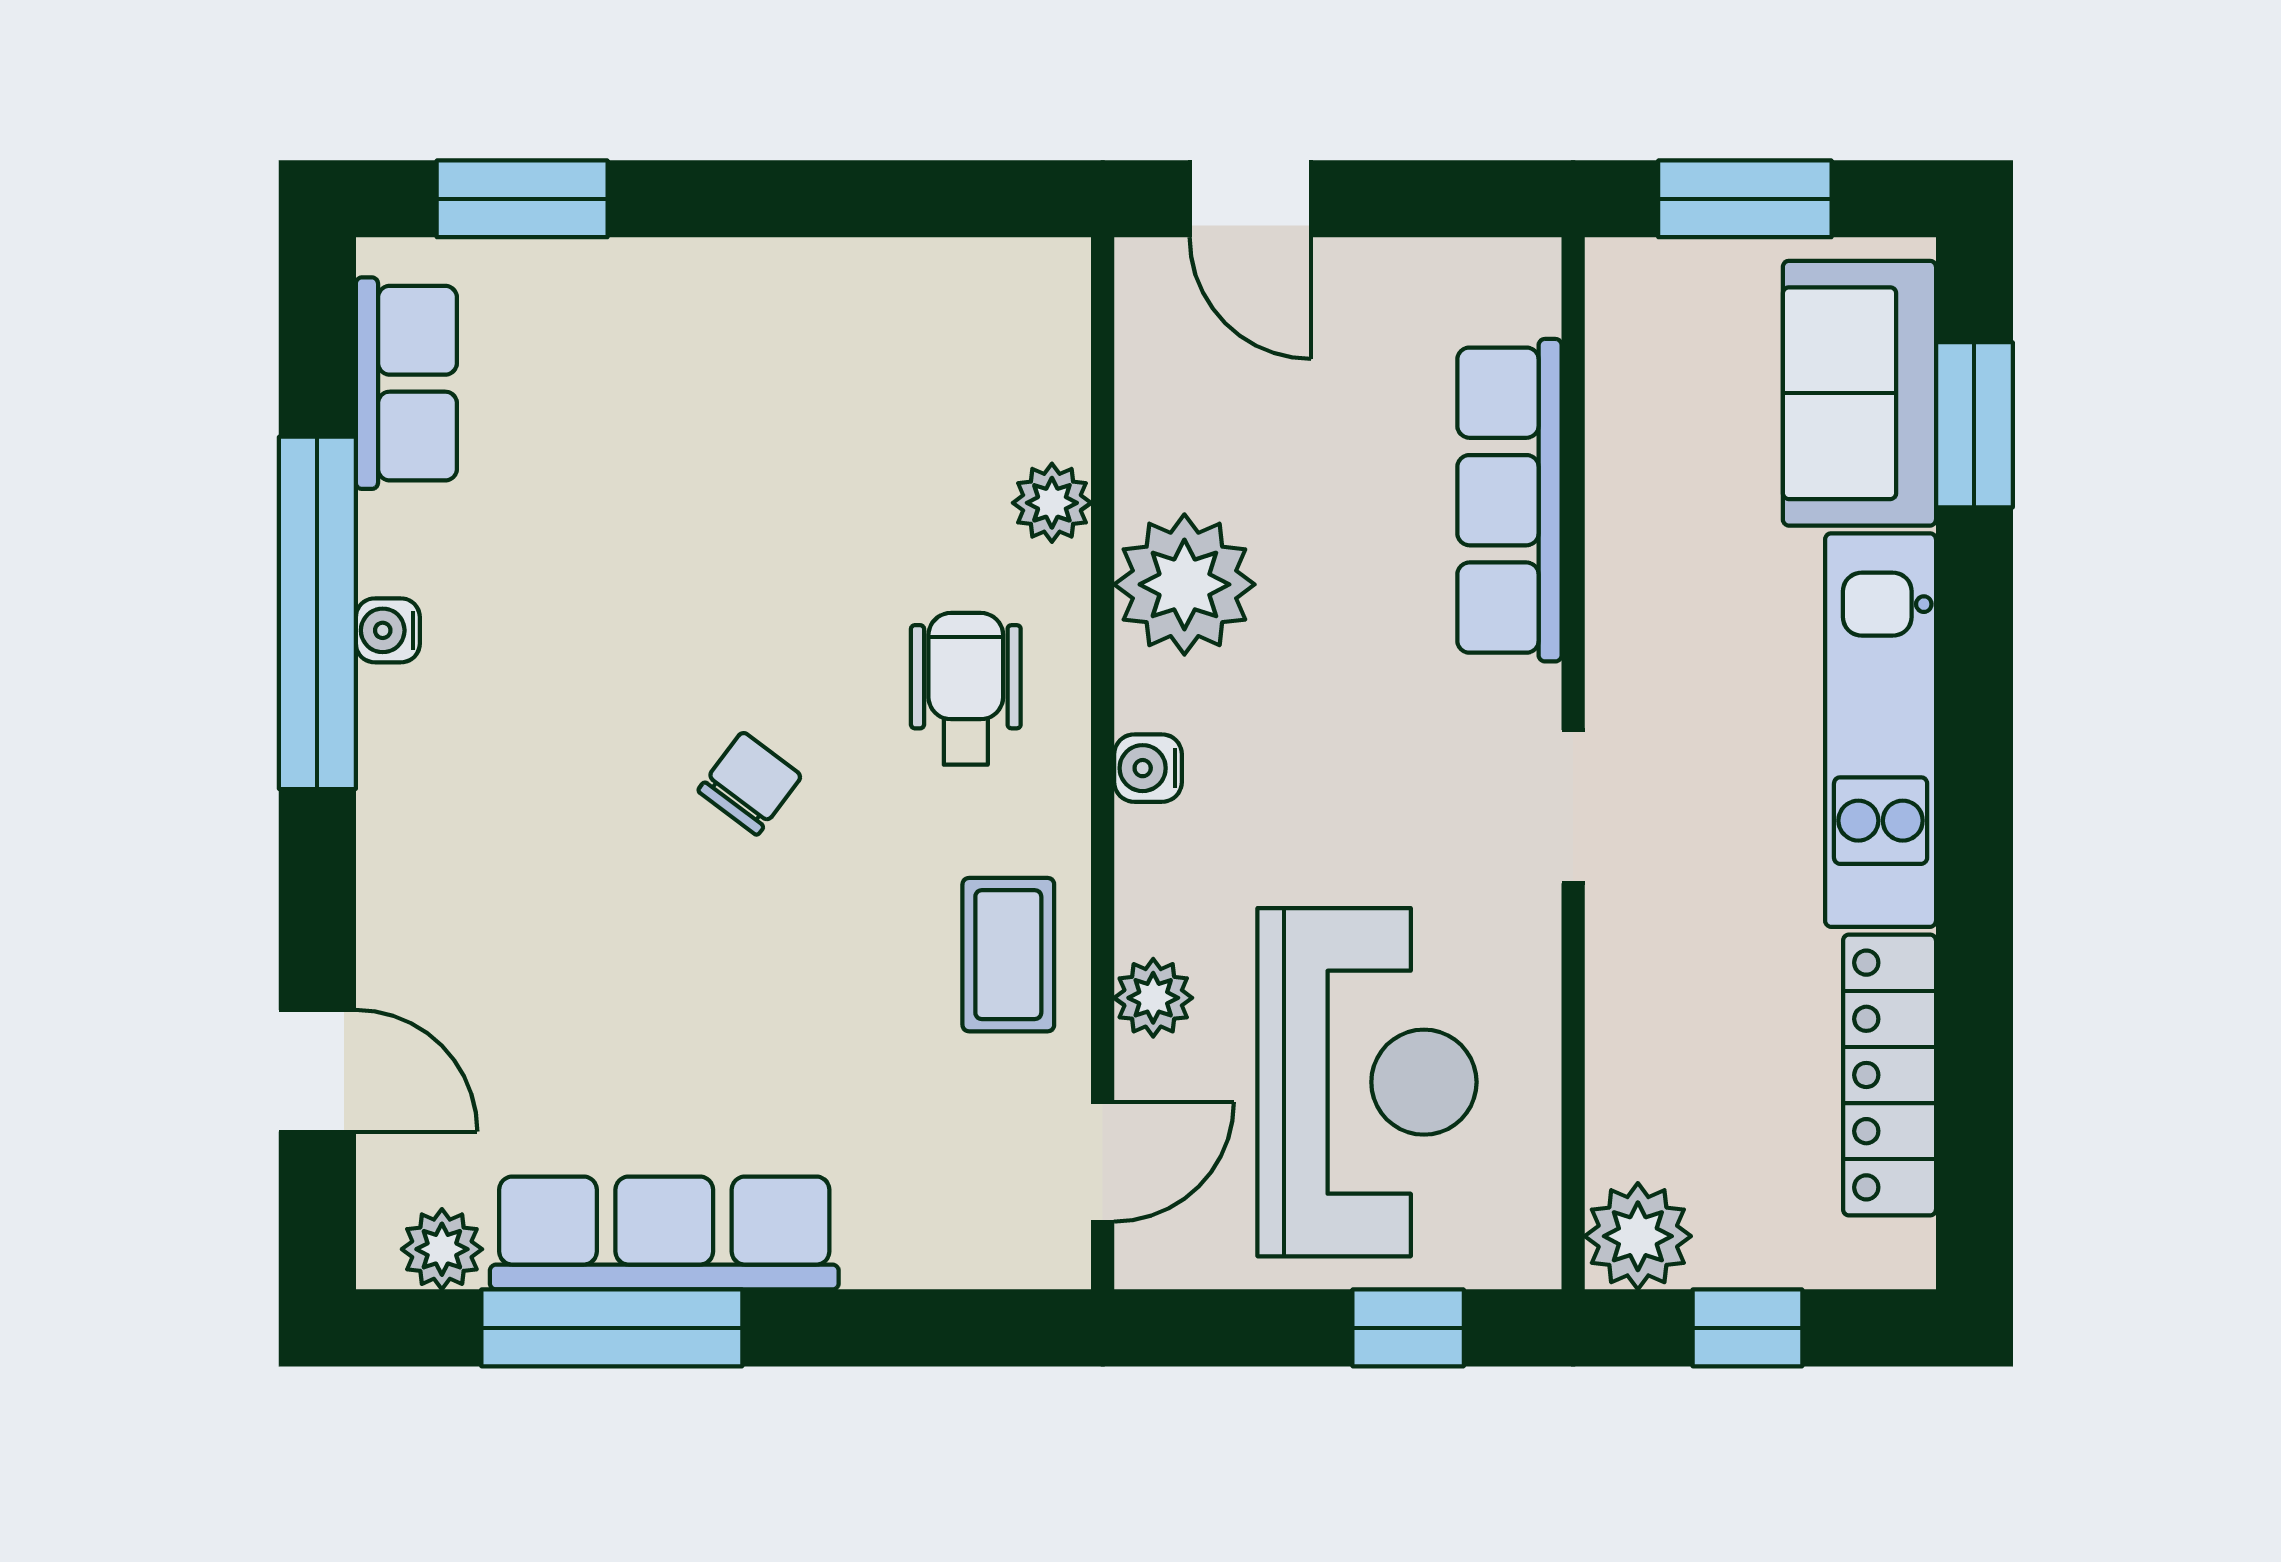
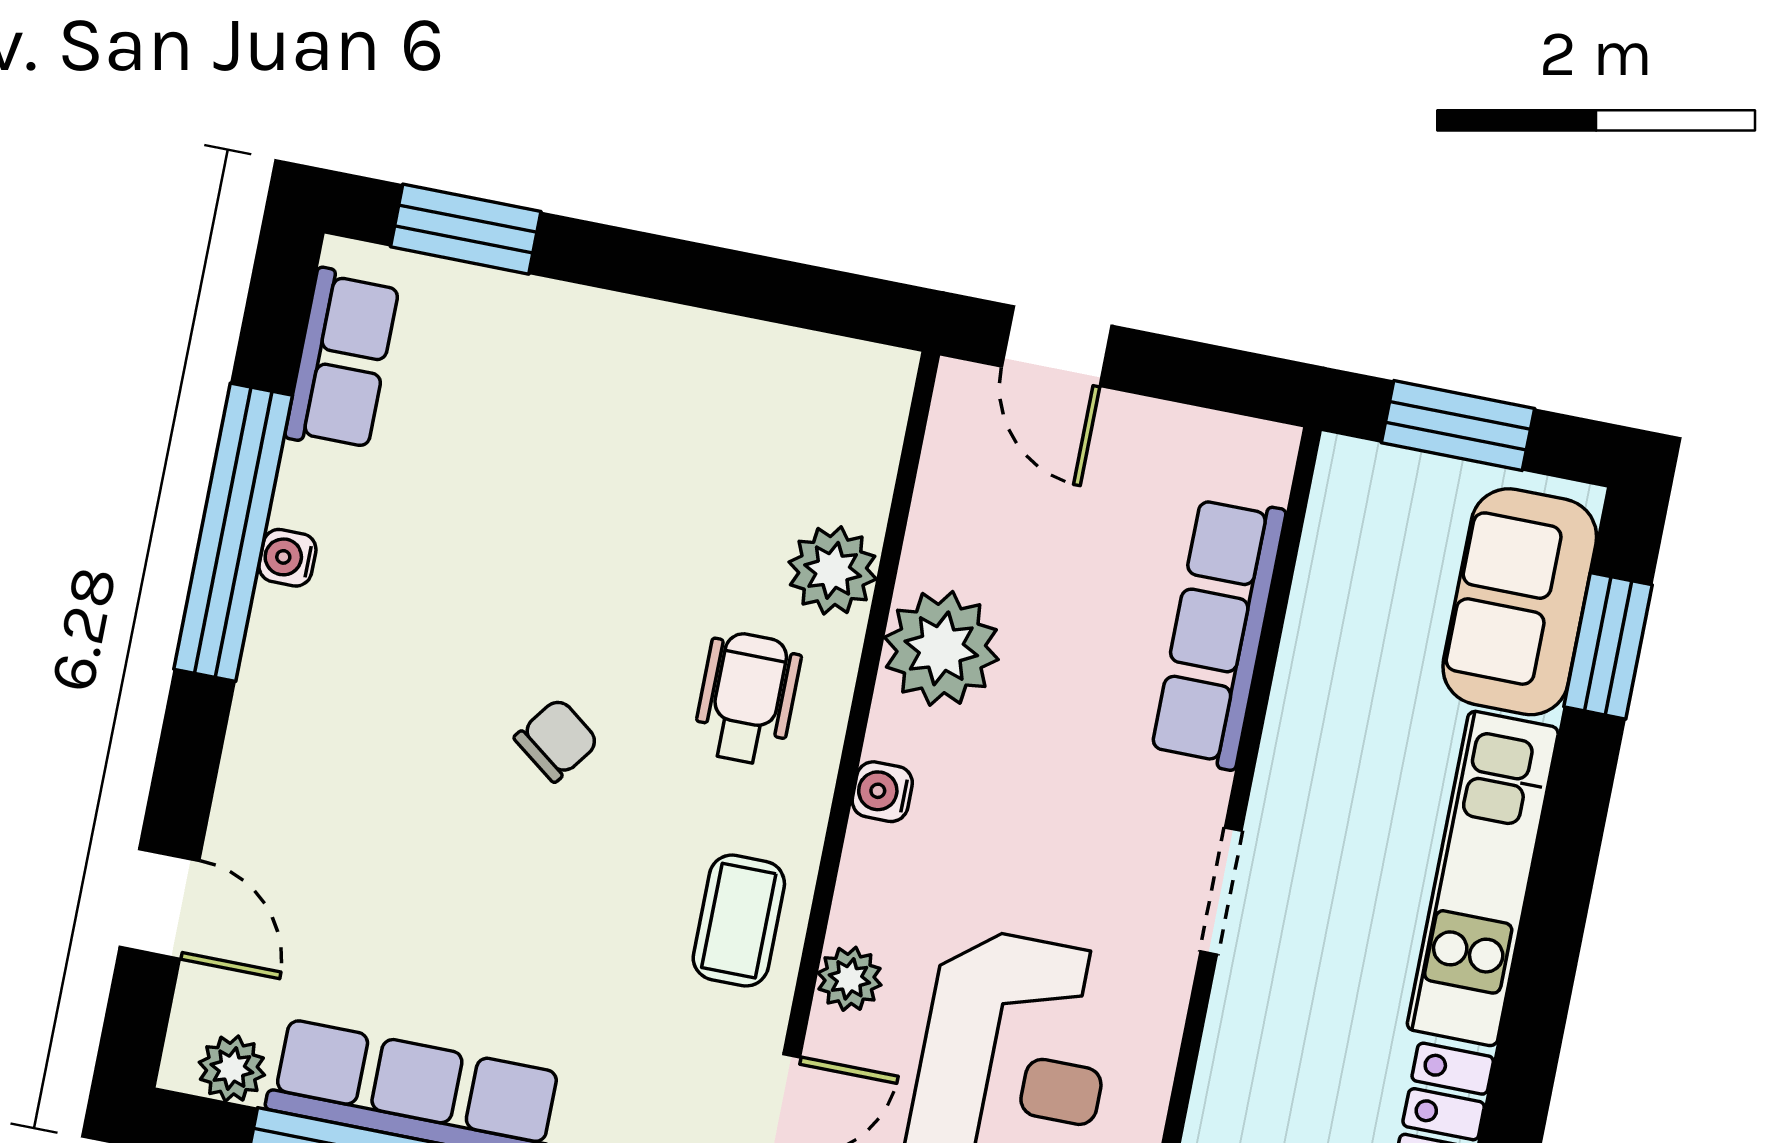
plant: (1052, 503) -> (833, 570), width x1.38, depth x1.38

